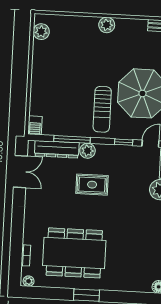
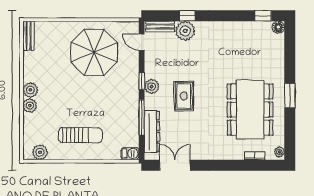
plant: (91, 23) -> (30, 106), added
sun lounger: (102, 109) -> (80, 135), moved
window: (124, 142) -> (142, 81), moved
plant: (87, 151) -> (152, 87), moved

